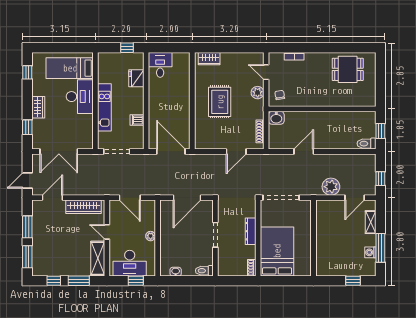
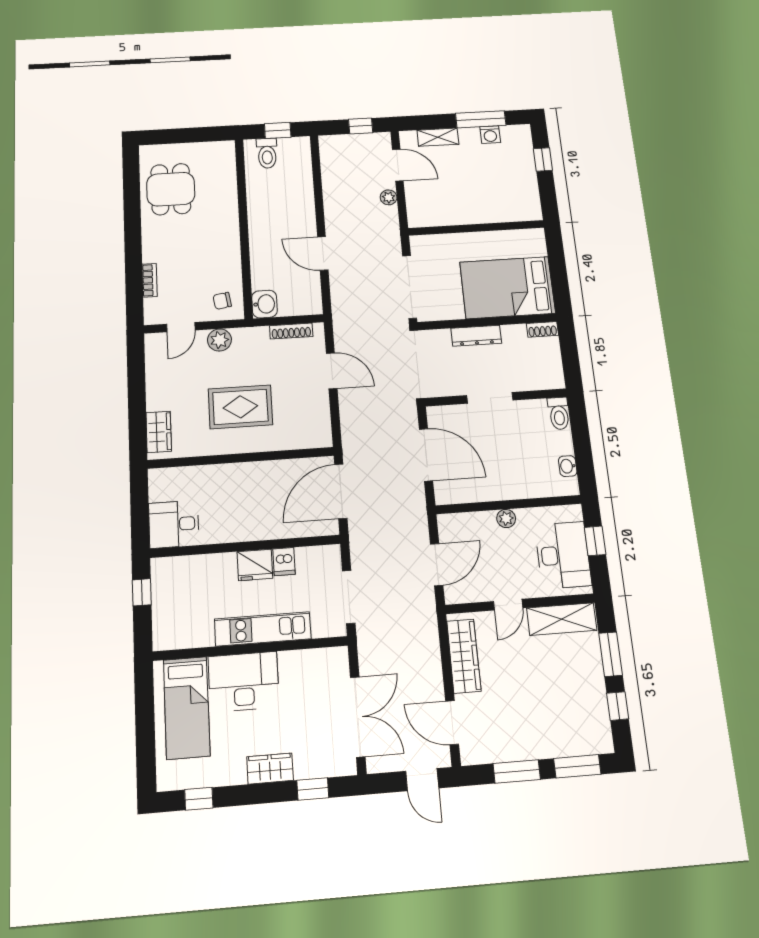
fridge: (136, 78) -> (255, 565), moved
toilet: (366, 144) -> (267, 153), moved
plant: (331, 187) -> (389, 197), width x0.53, depth x0.53

